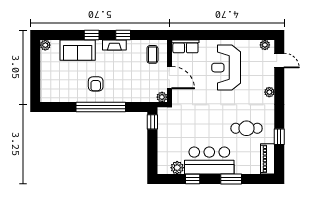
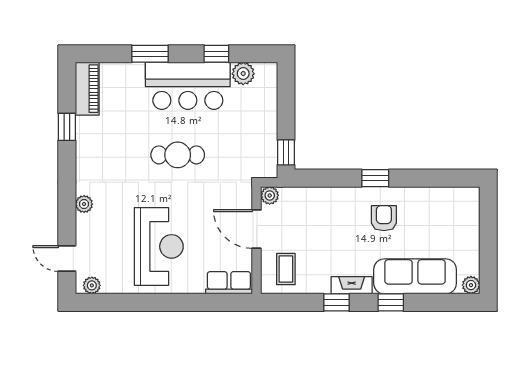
sofa: (78, 50) -> (415, 276), width x1.36
window: (101, 107) -> (375, 178), width x0.32
cafe table: (247, 128) -> (178, 155), moved

